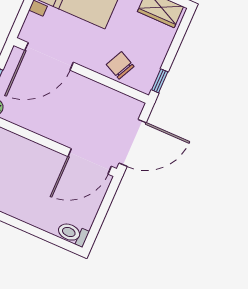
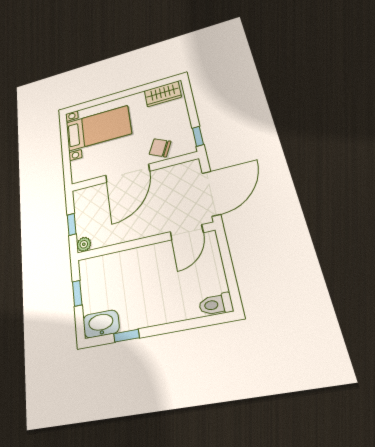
door: (49, 56) -> (127, 173), moved
door: (90, 161) -> (187, 232), width x0.73

